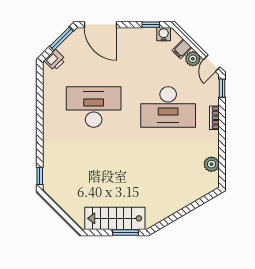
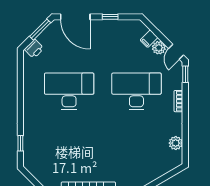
window: (151, 25) -> (110, 17), moved
water cooler: (164, 34) -> (132, 25), removed
desk: (168, 107) -> (136, 91), turned 180
window: (40, 176) -> (20, 143), moved

